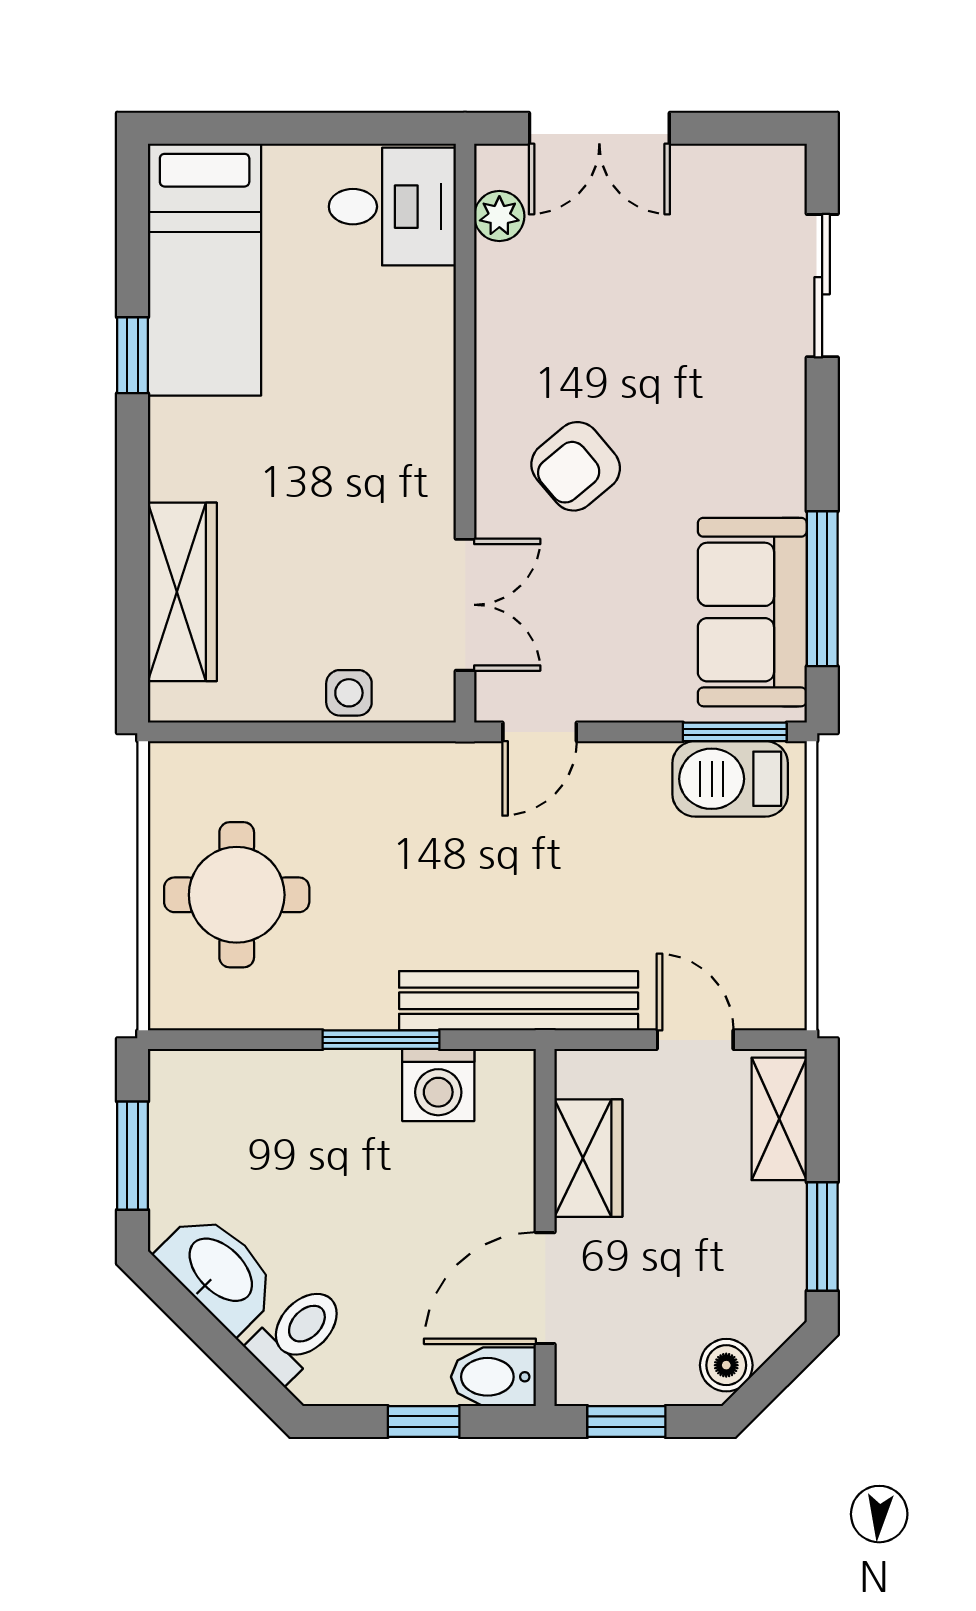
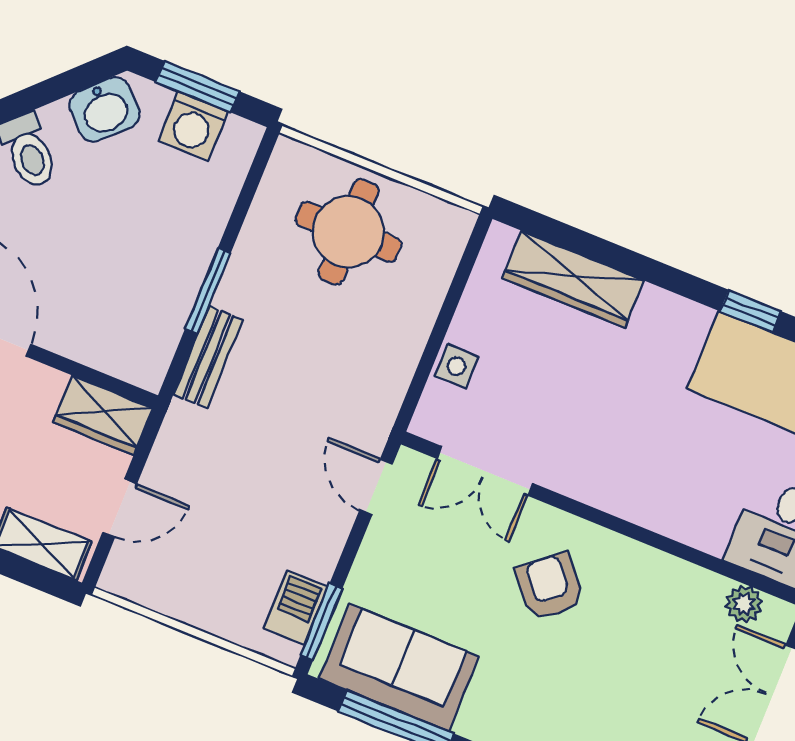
barbecue: (730, 779) -> (296, 608), width x0.73, depth x0.79
bench: (519, 1001) -> (208, 357), width x0.54, depth x0.82
washing machine: (438, 1085) -> (193, 126), moved, turned -90
wardrobe: (588, 1158) -> (103, 415), moved
washbasin: (219, 1271) -> (105, 109), width x0.72

